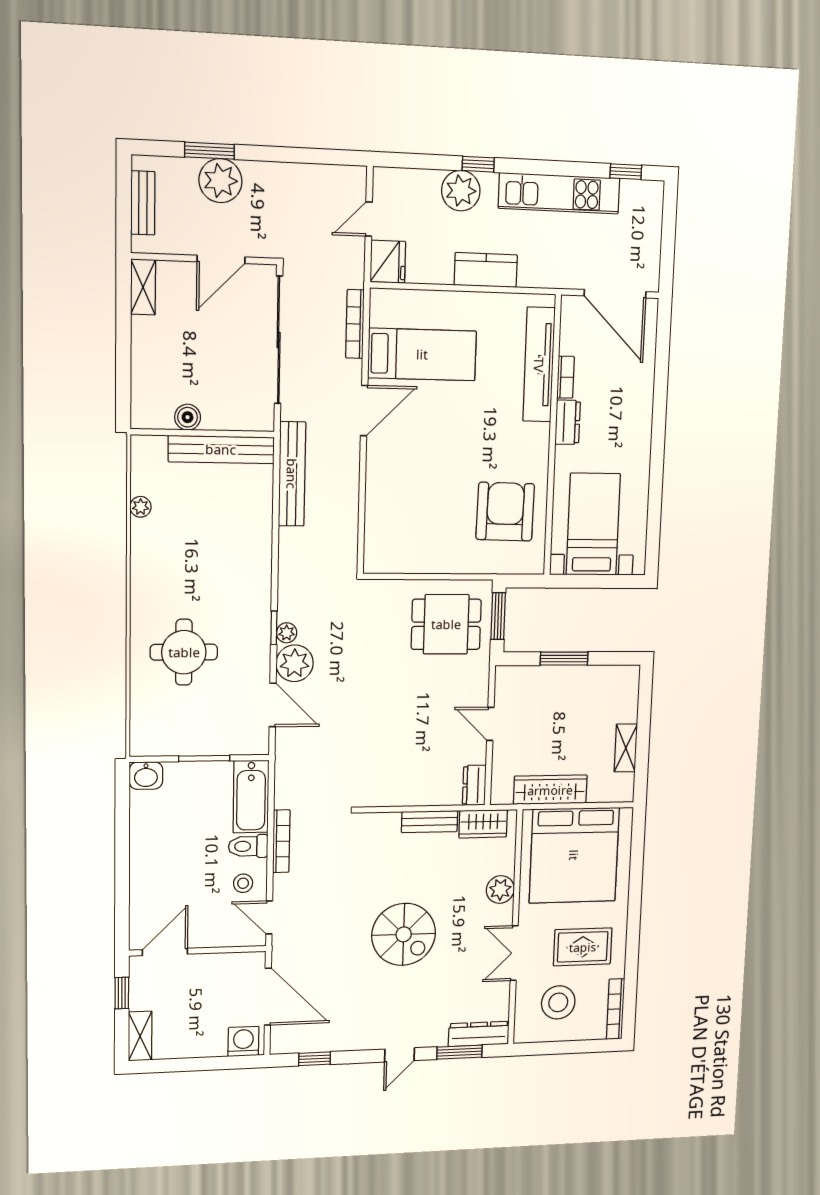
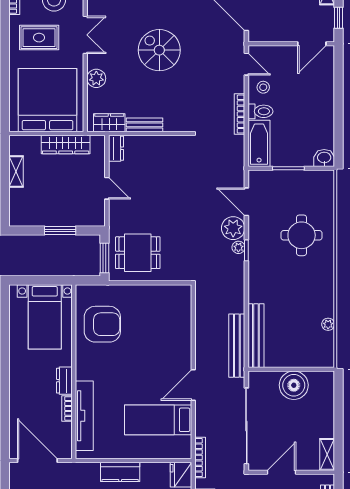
bookcase: (355, 324) -> (200, 458), moved
boiler: (188, 417) -> (294, 385), width x1.86, depth x1.86
bench: (221, 449) -> (256, 336), moved, turned 90
armchair: (505, 512) -> (102, 324), turned -91

